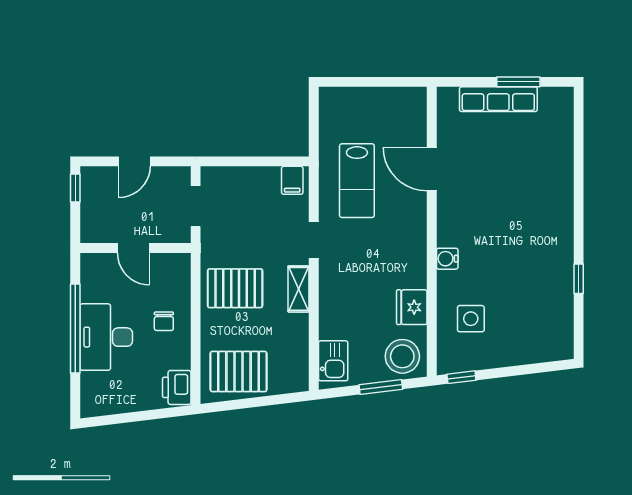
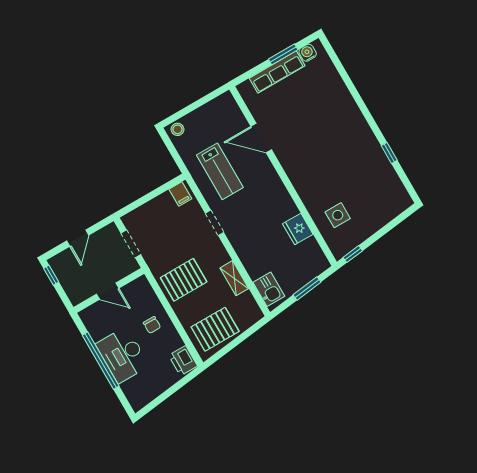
water cooler: (447, 259) -> (308, 53), moved, turned 90
shelving: (298, 289) -> (234, 278), moved
stool: (402, 356) -> (177, 129), moved, width x0.53, depth x0.53

